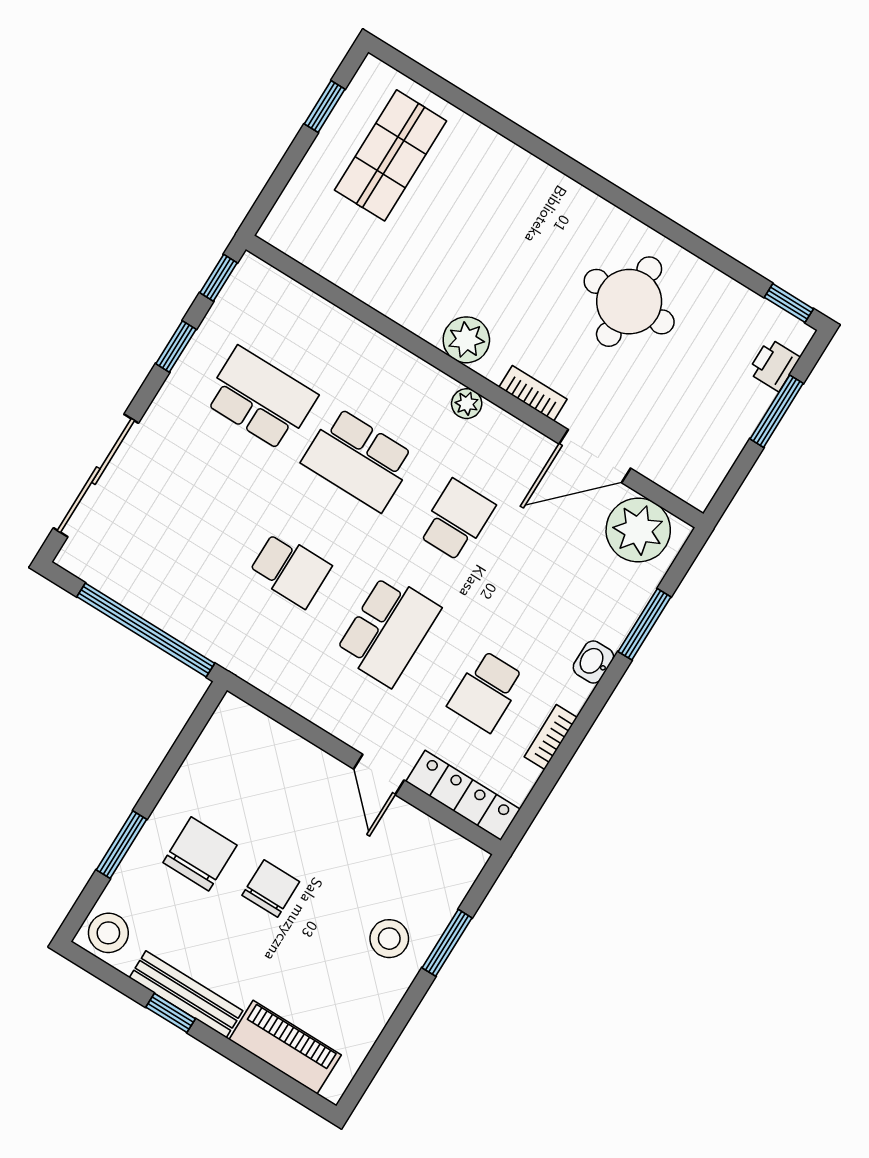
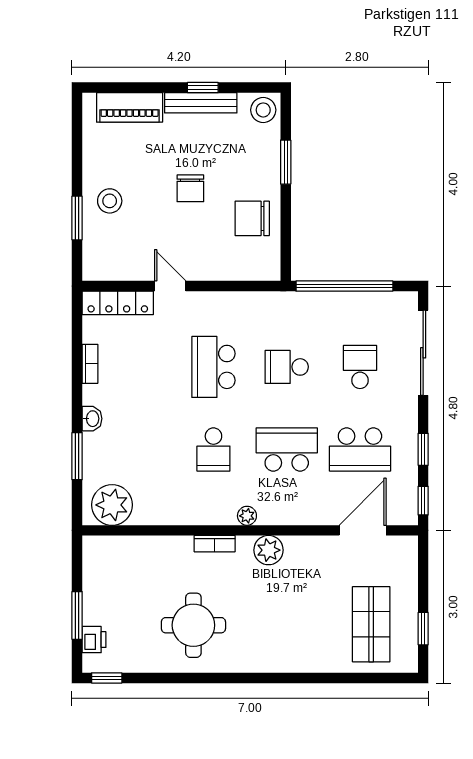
door: (595, 456) -> (363, 530), moved
school desk: (486, 691) -> (360, 367), moved
chair: (200, 854) -> (252, 218), moved, turned 90

